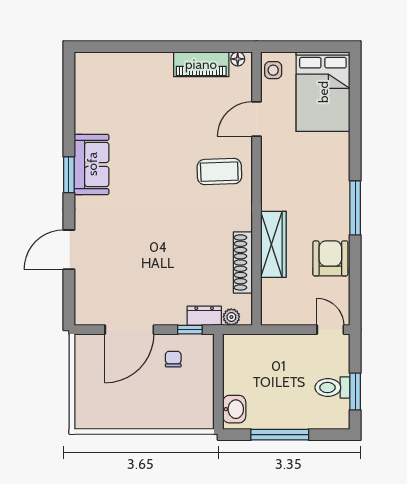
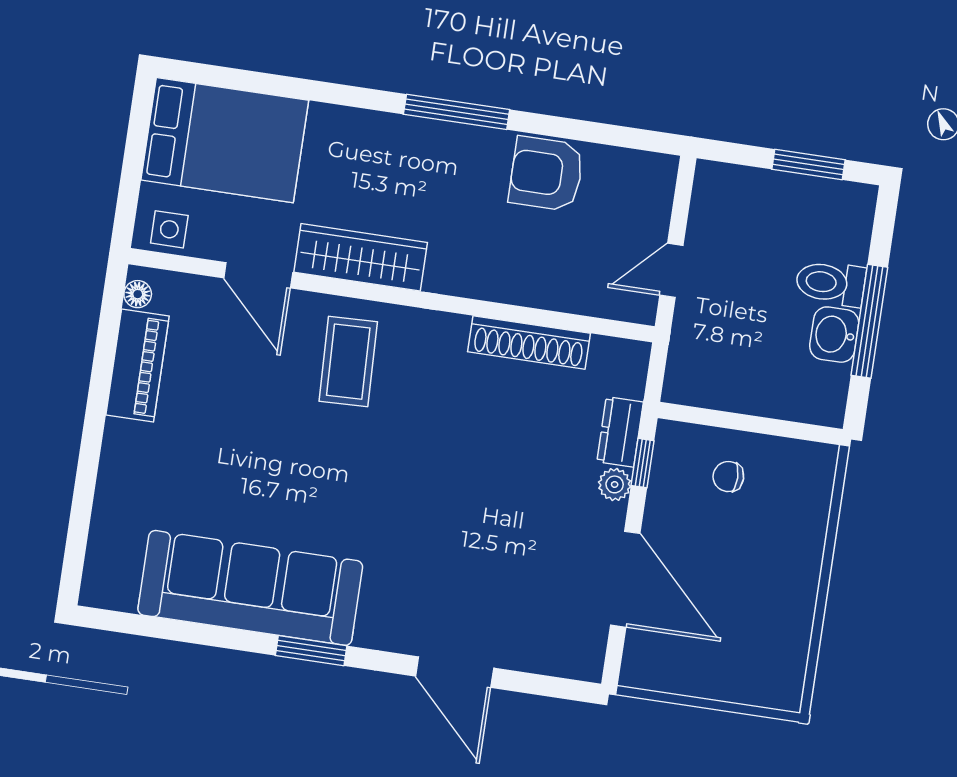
sofa: (92, 164) -> (250, 588), width x1.85, depth x1.27
wardrobe: (273, 244) -> (361, 257), moved
plant: (231, 317) -> (615, 484), moved
door: (330, 330) -> (671, 270), moved
chair: (173, 359) -> (728, 477), moved
toilet: (332, 388) -> (831, 283), moved, turned 90
washbasin: (234, 409) -> (834, 335), moved, turned -90

